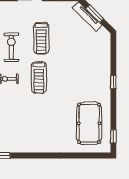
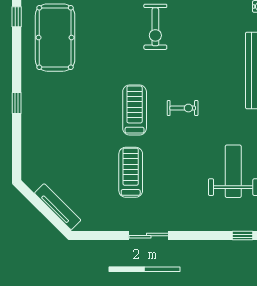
window: (95, 14) -> (46, 211), removed
exercise bike: (11, 47) -> (155, 27), moved

